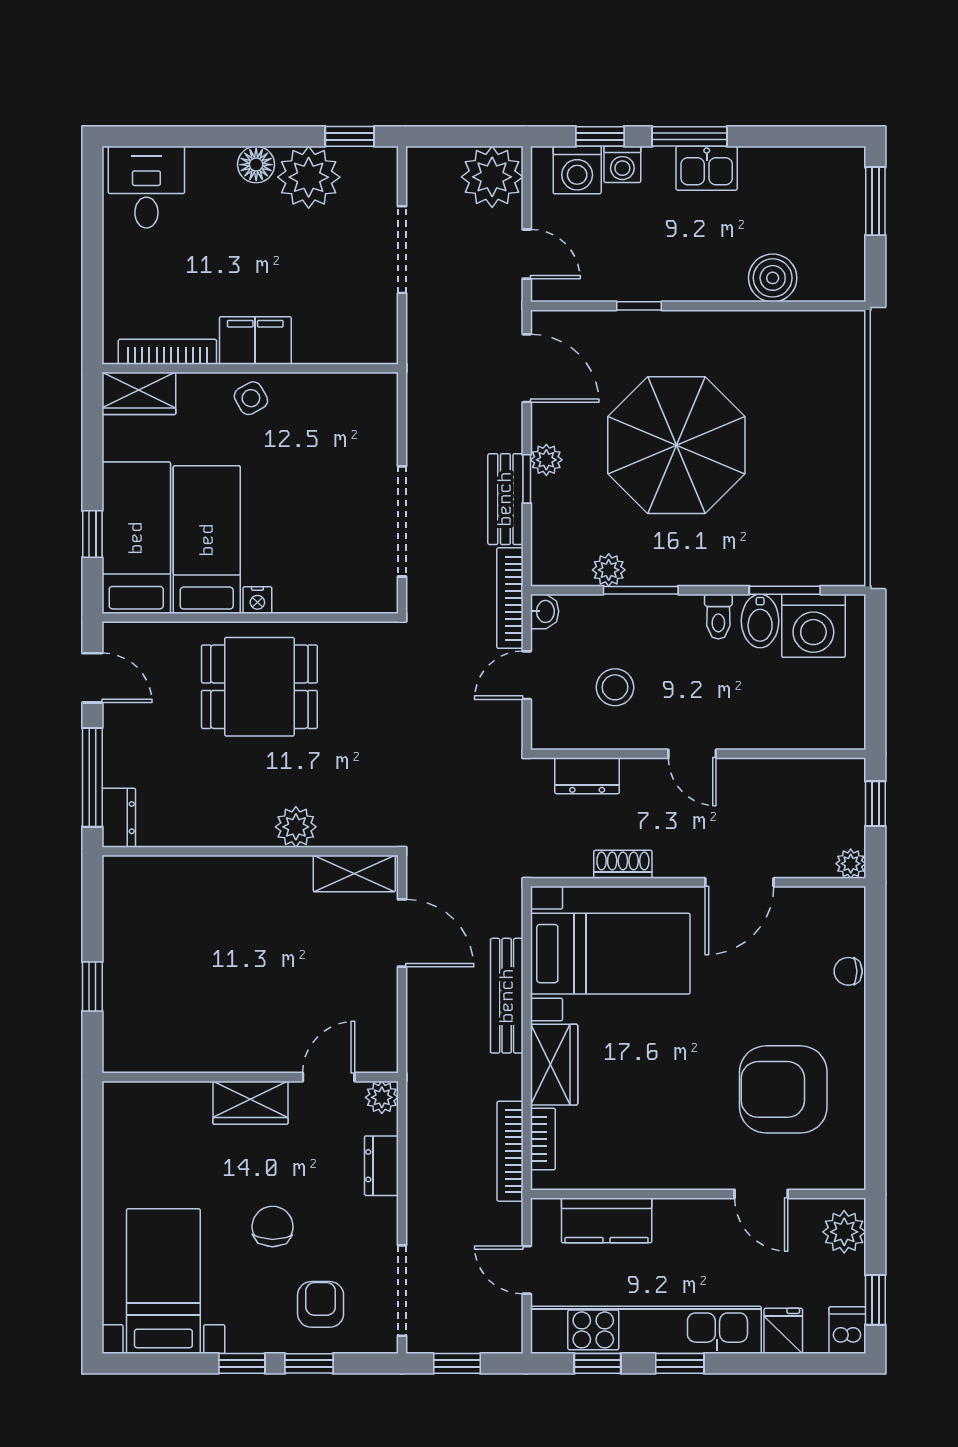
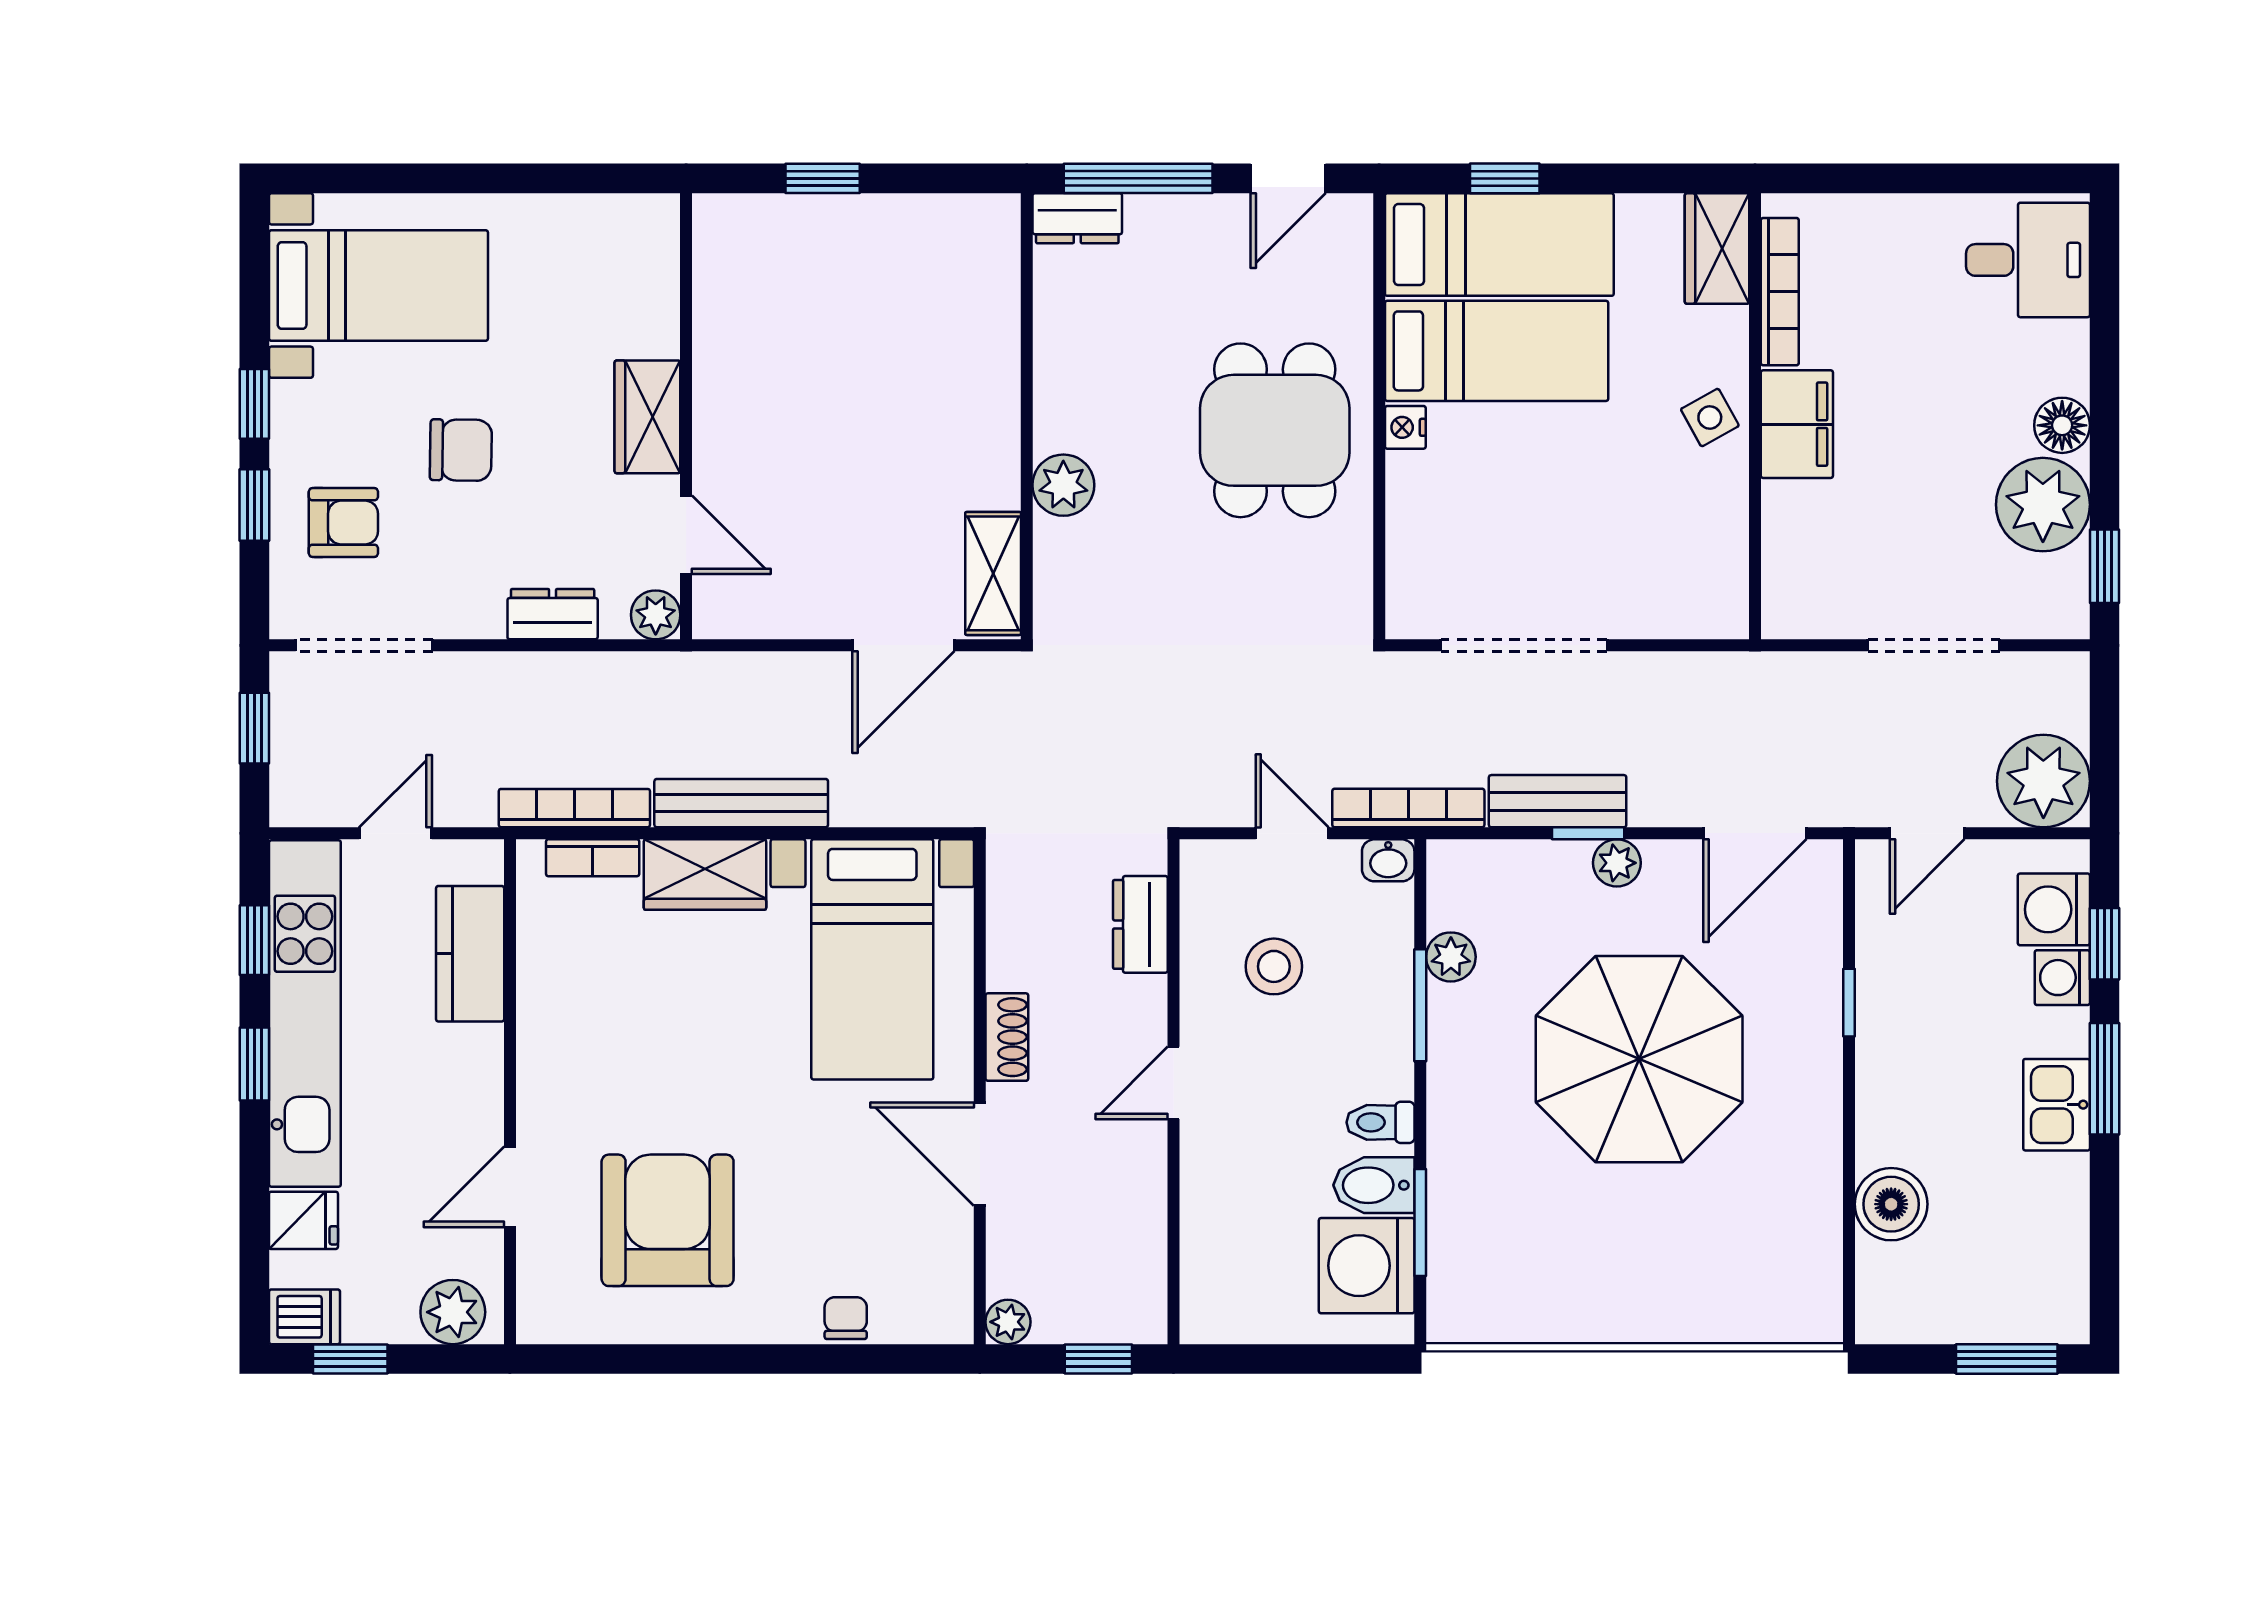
shoe rack: (623, 864) -> (1007, 1037), moved
bench: (507, 996) -> (741, 803), moved

